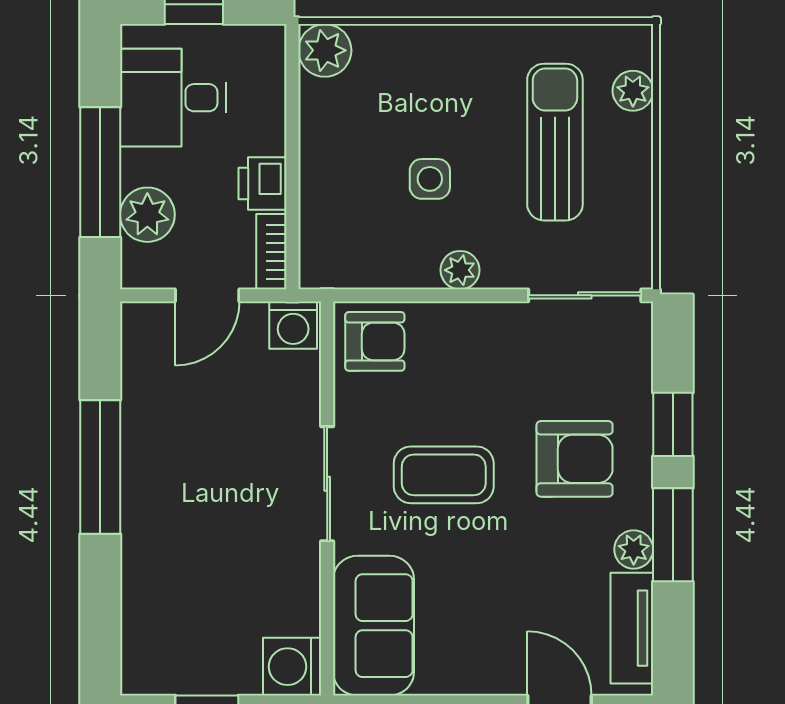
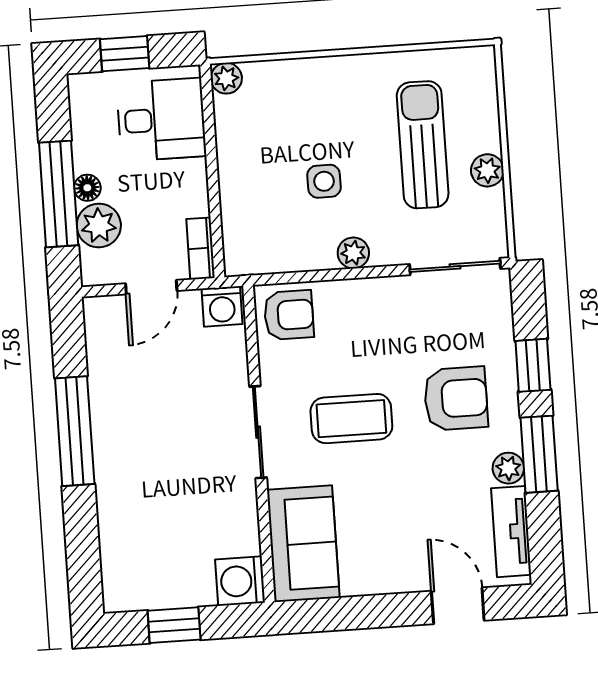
plant: (325, 50) -> (226, 78), width x0.73, depth x0.73
plant: (633, 91) -> (487, 170), moved
desk: (173, 98) -> (161, 120), moved, turned 180
floor lamp: (136, 167) -> (87, 188), added
printer: (263, 184) -> (190, 194), removed

